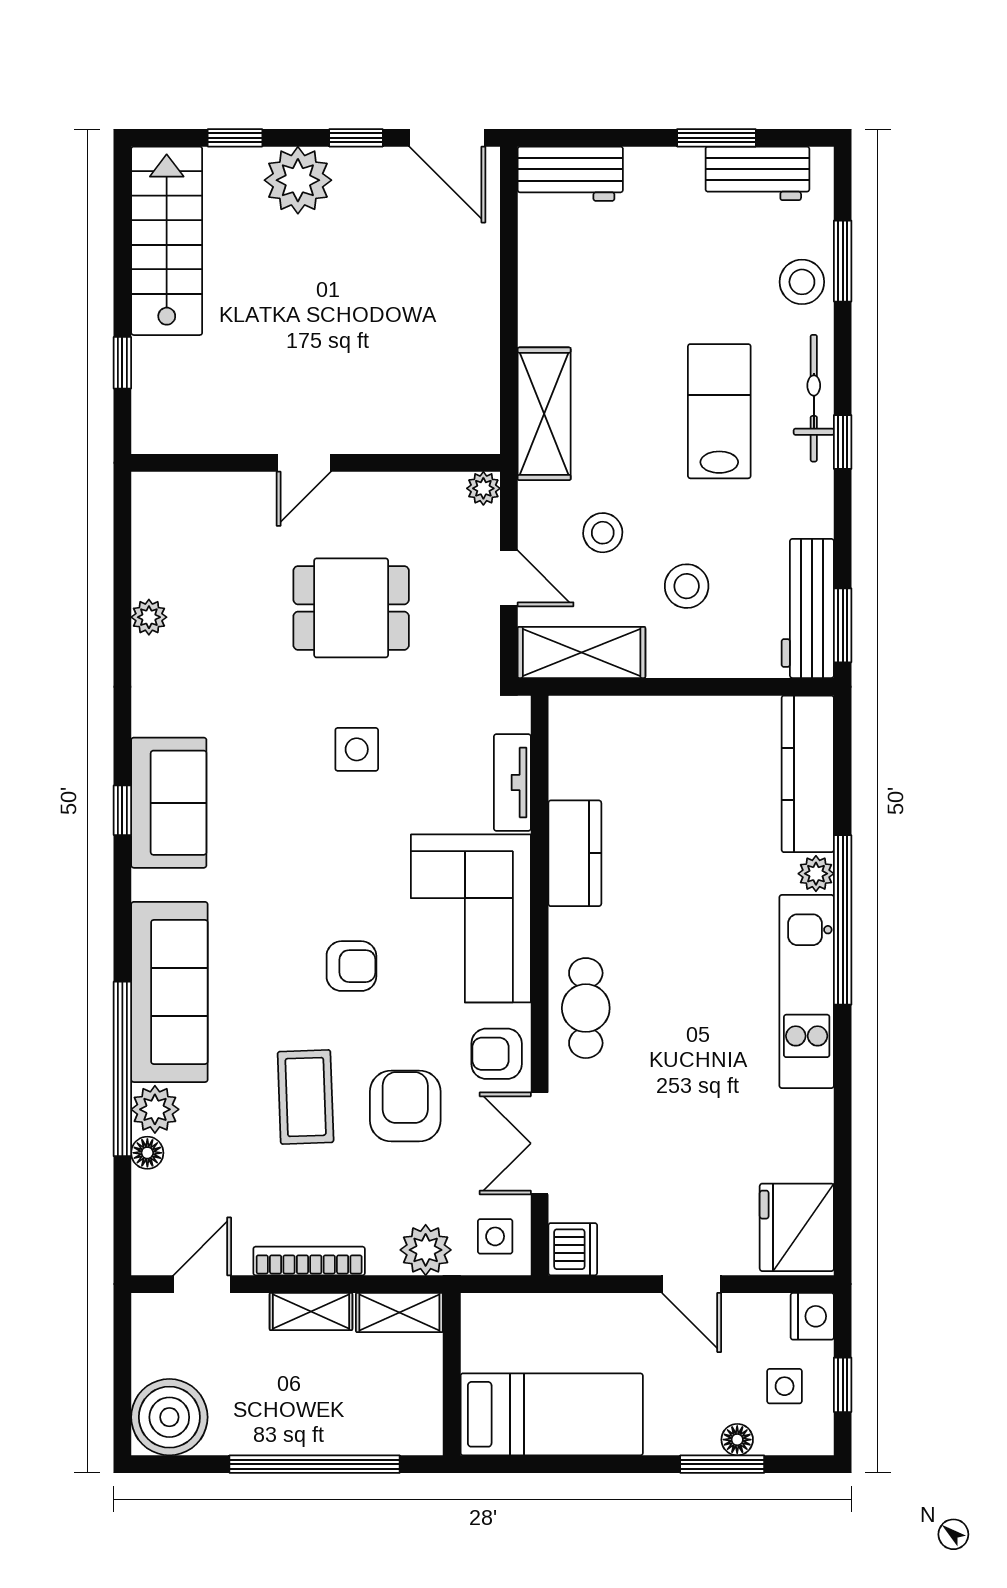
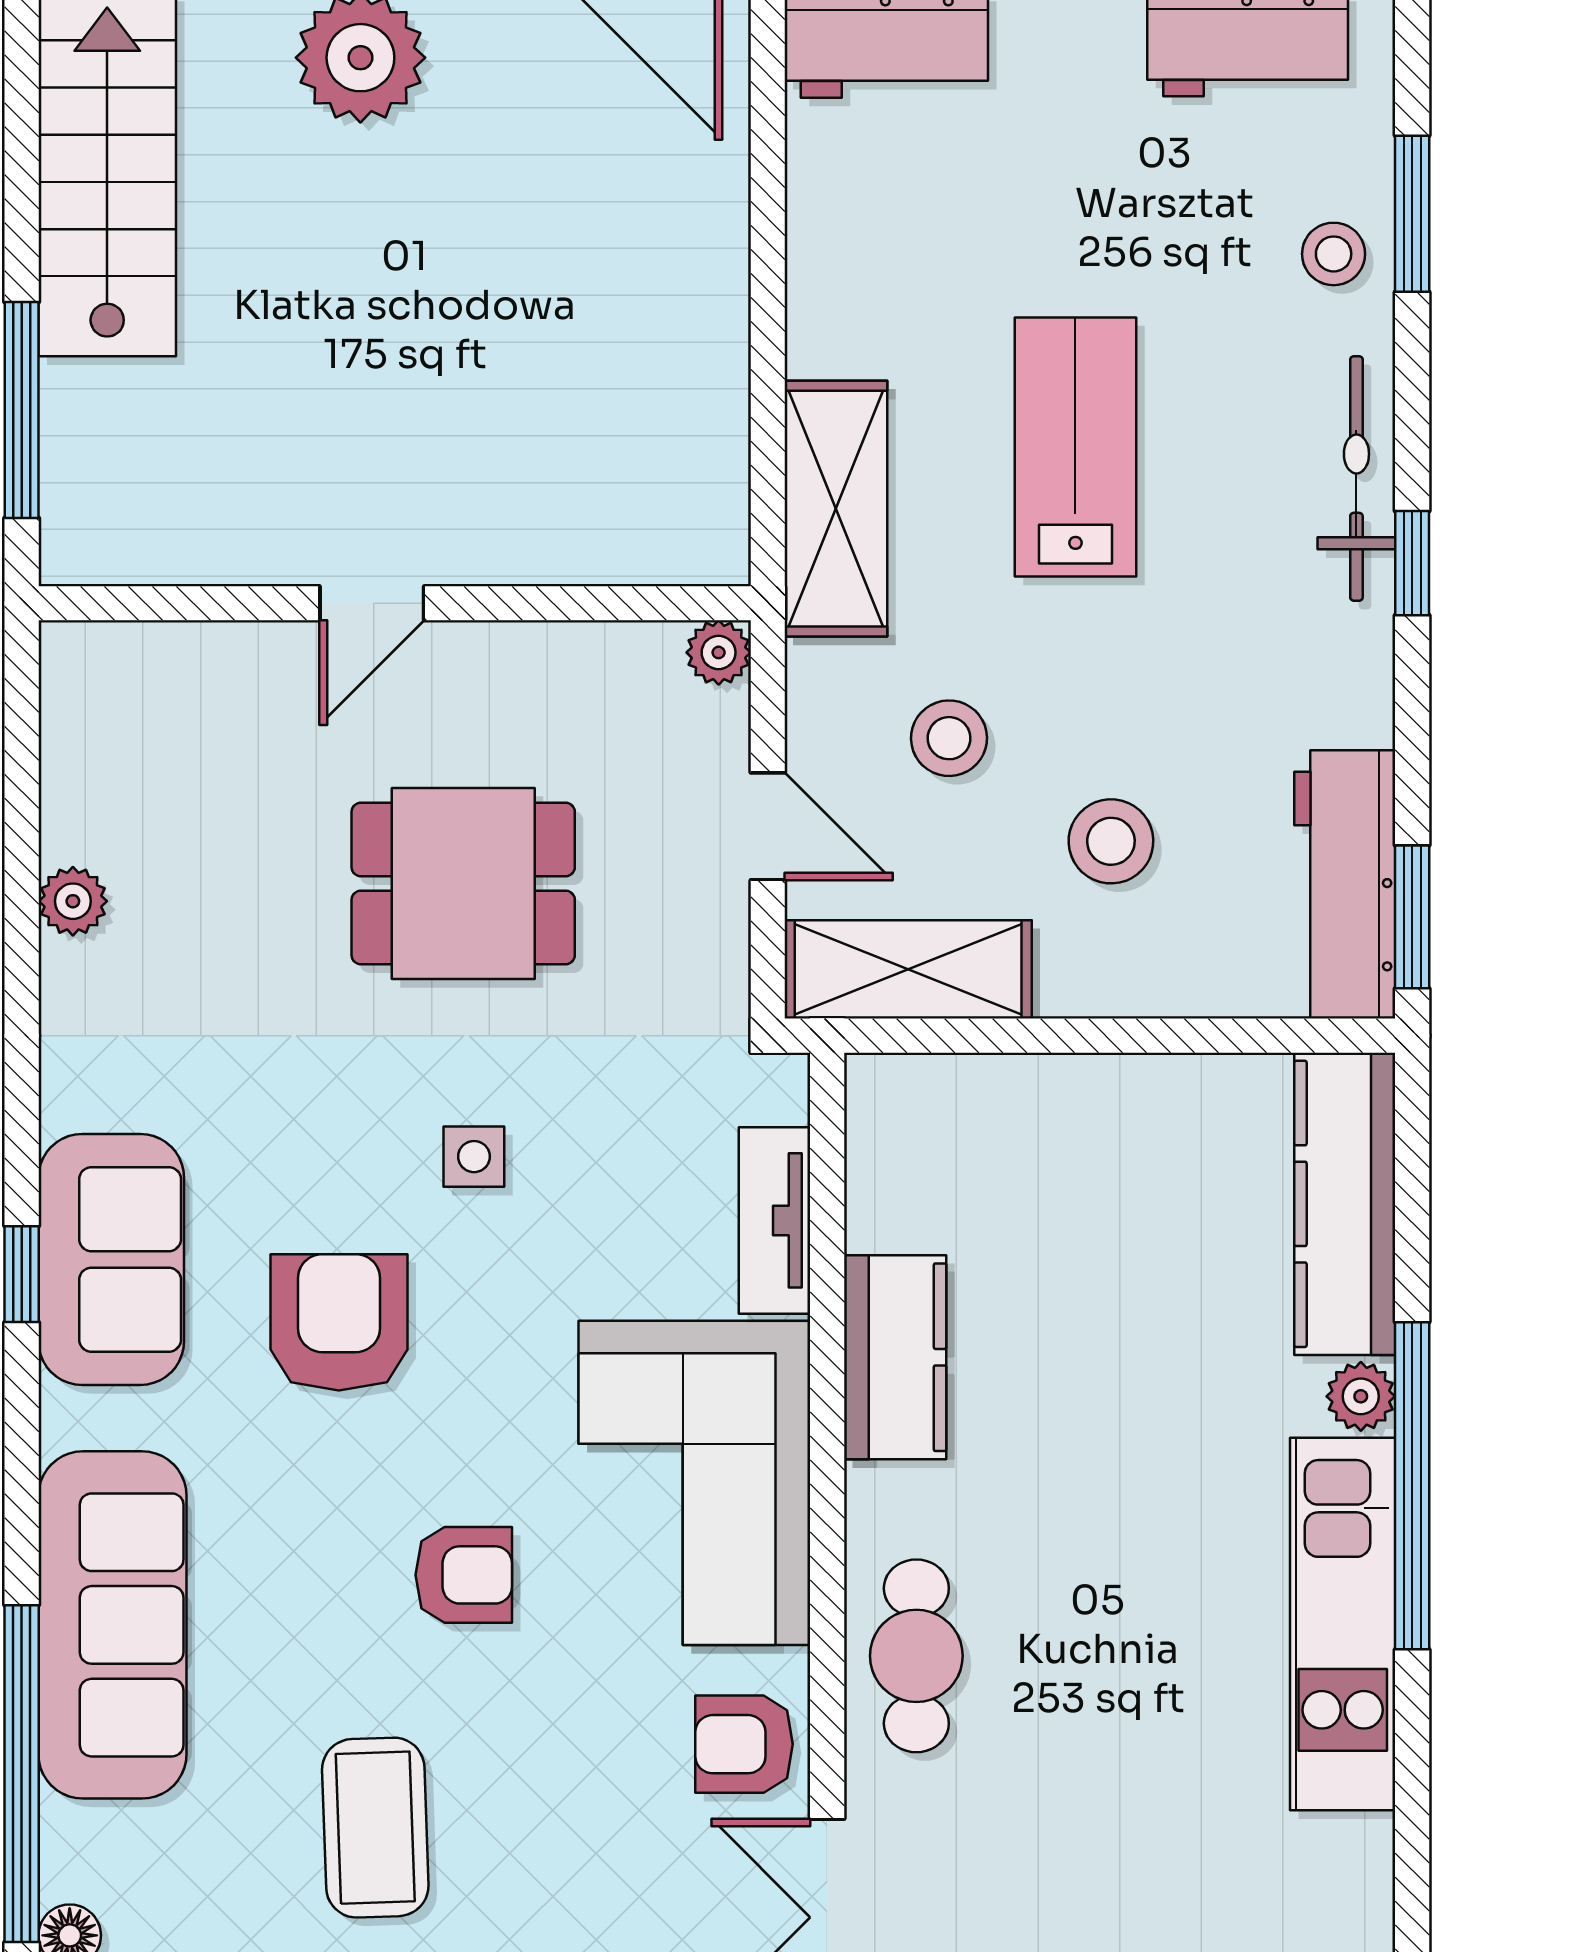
stool: (802, 282) -> (1334, 254), width x0.73, depth x0.73
window: (122, 363) -> (22, 410), width x2.17
lab bench: (719, 411) -> (1075, 447), moved
side table: (357, 749) -> (474, 1157), width x0.73, depth x0.73
armchair: (405, 1106) -> (339, 1322), moved
plant: (155, 1109) -> (85, 1852), removed

